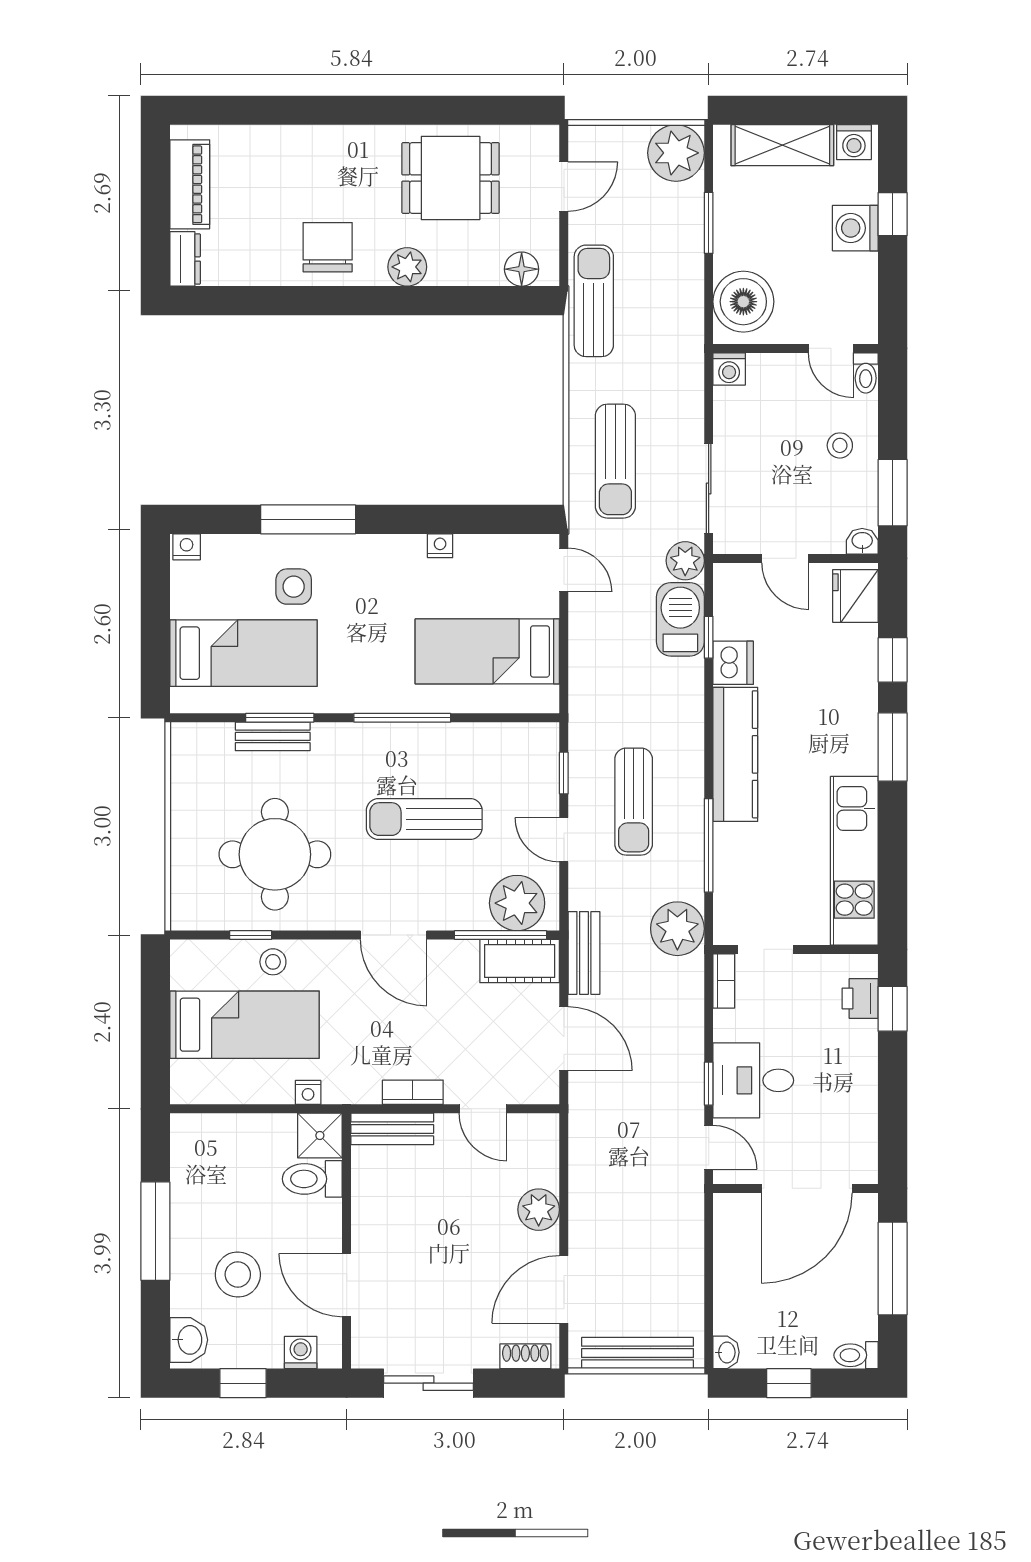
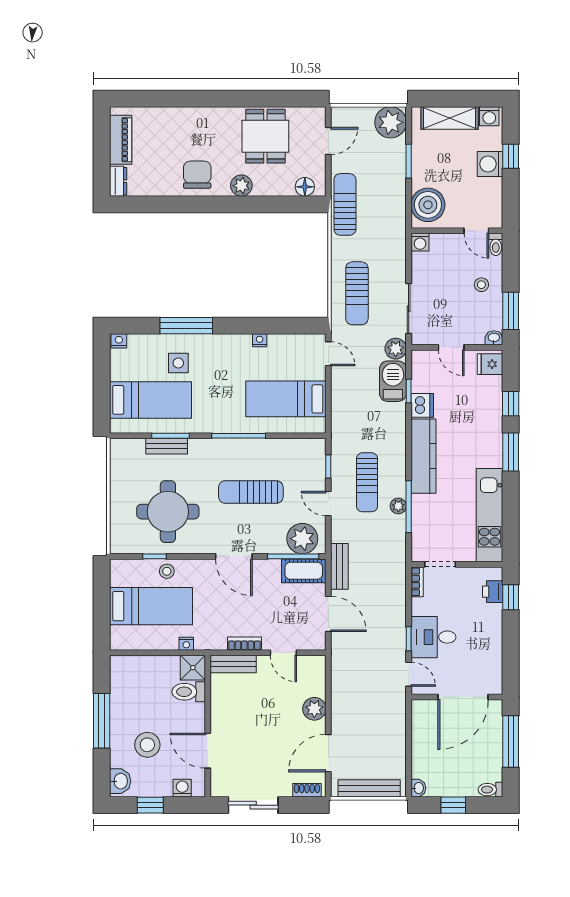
dining table: (451, 178) -> (265, 136), turned 90
fridge: (855, 596) -> (490, 364), width x0.72
plant: (677, 929) -> (398, 506), moved, width x0.53, depth x0.53

